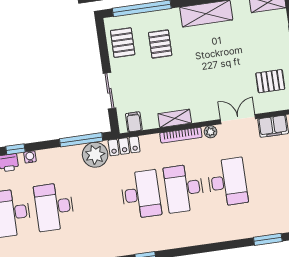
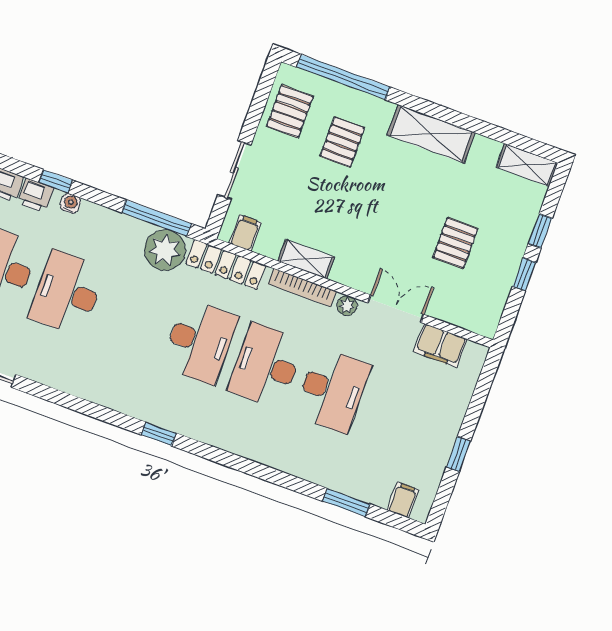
pallet: (270, 81) -> (455, 243), moved, turned 90
locker: (124, 146) -> (226, 264), width x1.53

